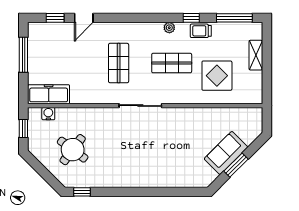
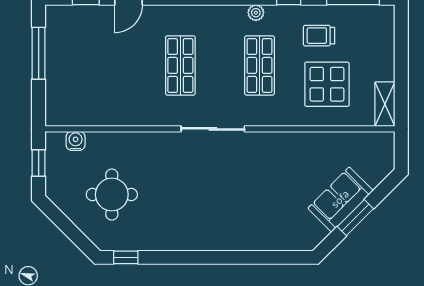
trolley: (201, 31) -> (319, 36), moved
shelving: (256, 55) -> (385, 104), moved
shop shelf: (172, 63) -> (259, 65), turned 90
freezer: (49, 94) -> (76, 112), removed
round table: (73, 150) -> (112, 195), turned -37

